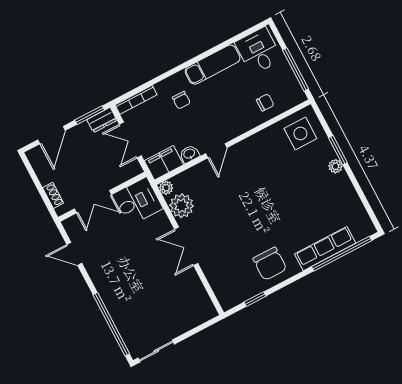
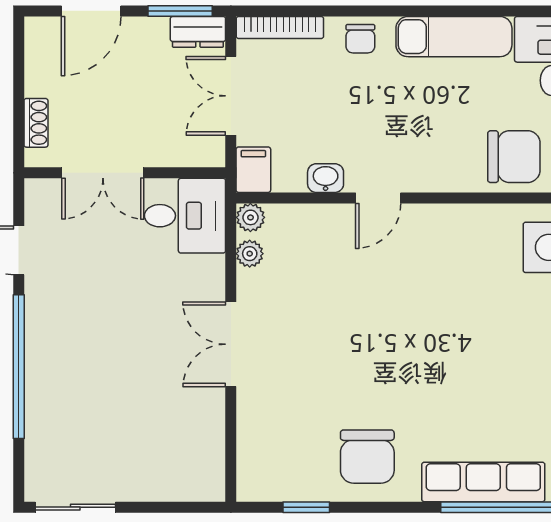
chair: (181, 100) -> (360, 39), moved
chair: (265, 102) -> (514, 157), width x1.87, depth x1.87
filing cabinet: (164, 163) -> (253, 170), width x0.50
plant: (182, 206) -> (250, 254), width x0.53, depth x0.53
window: (111, 324) -> (19, 367), moved

